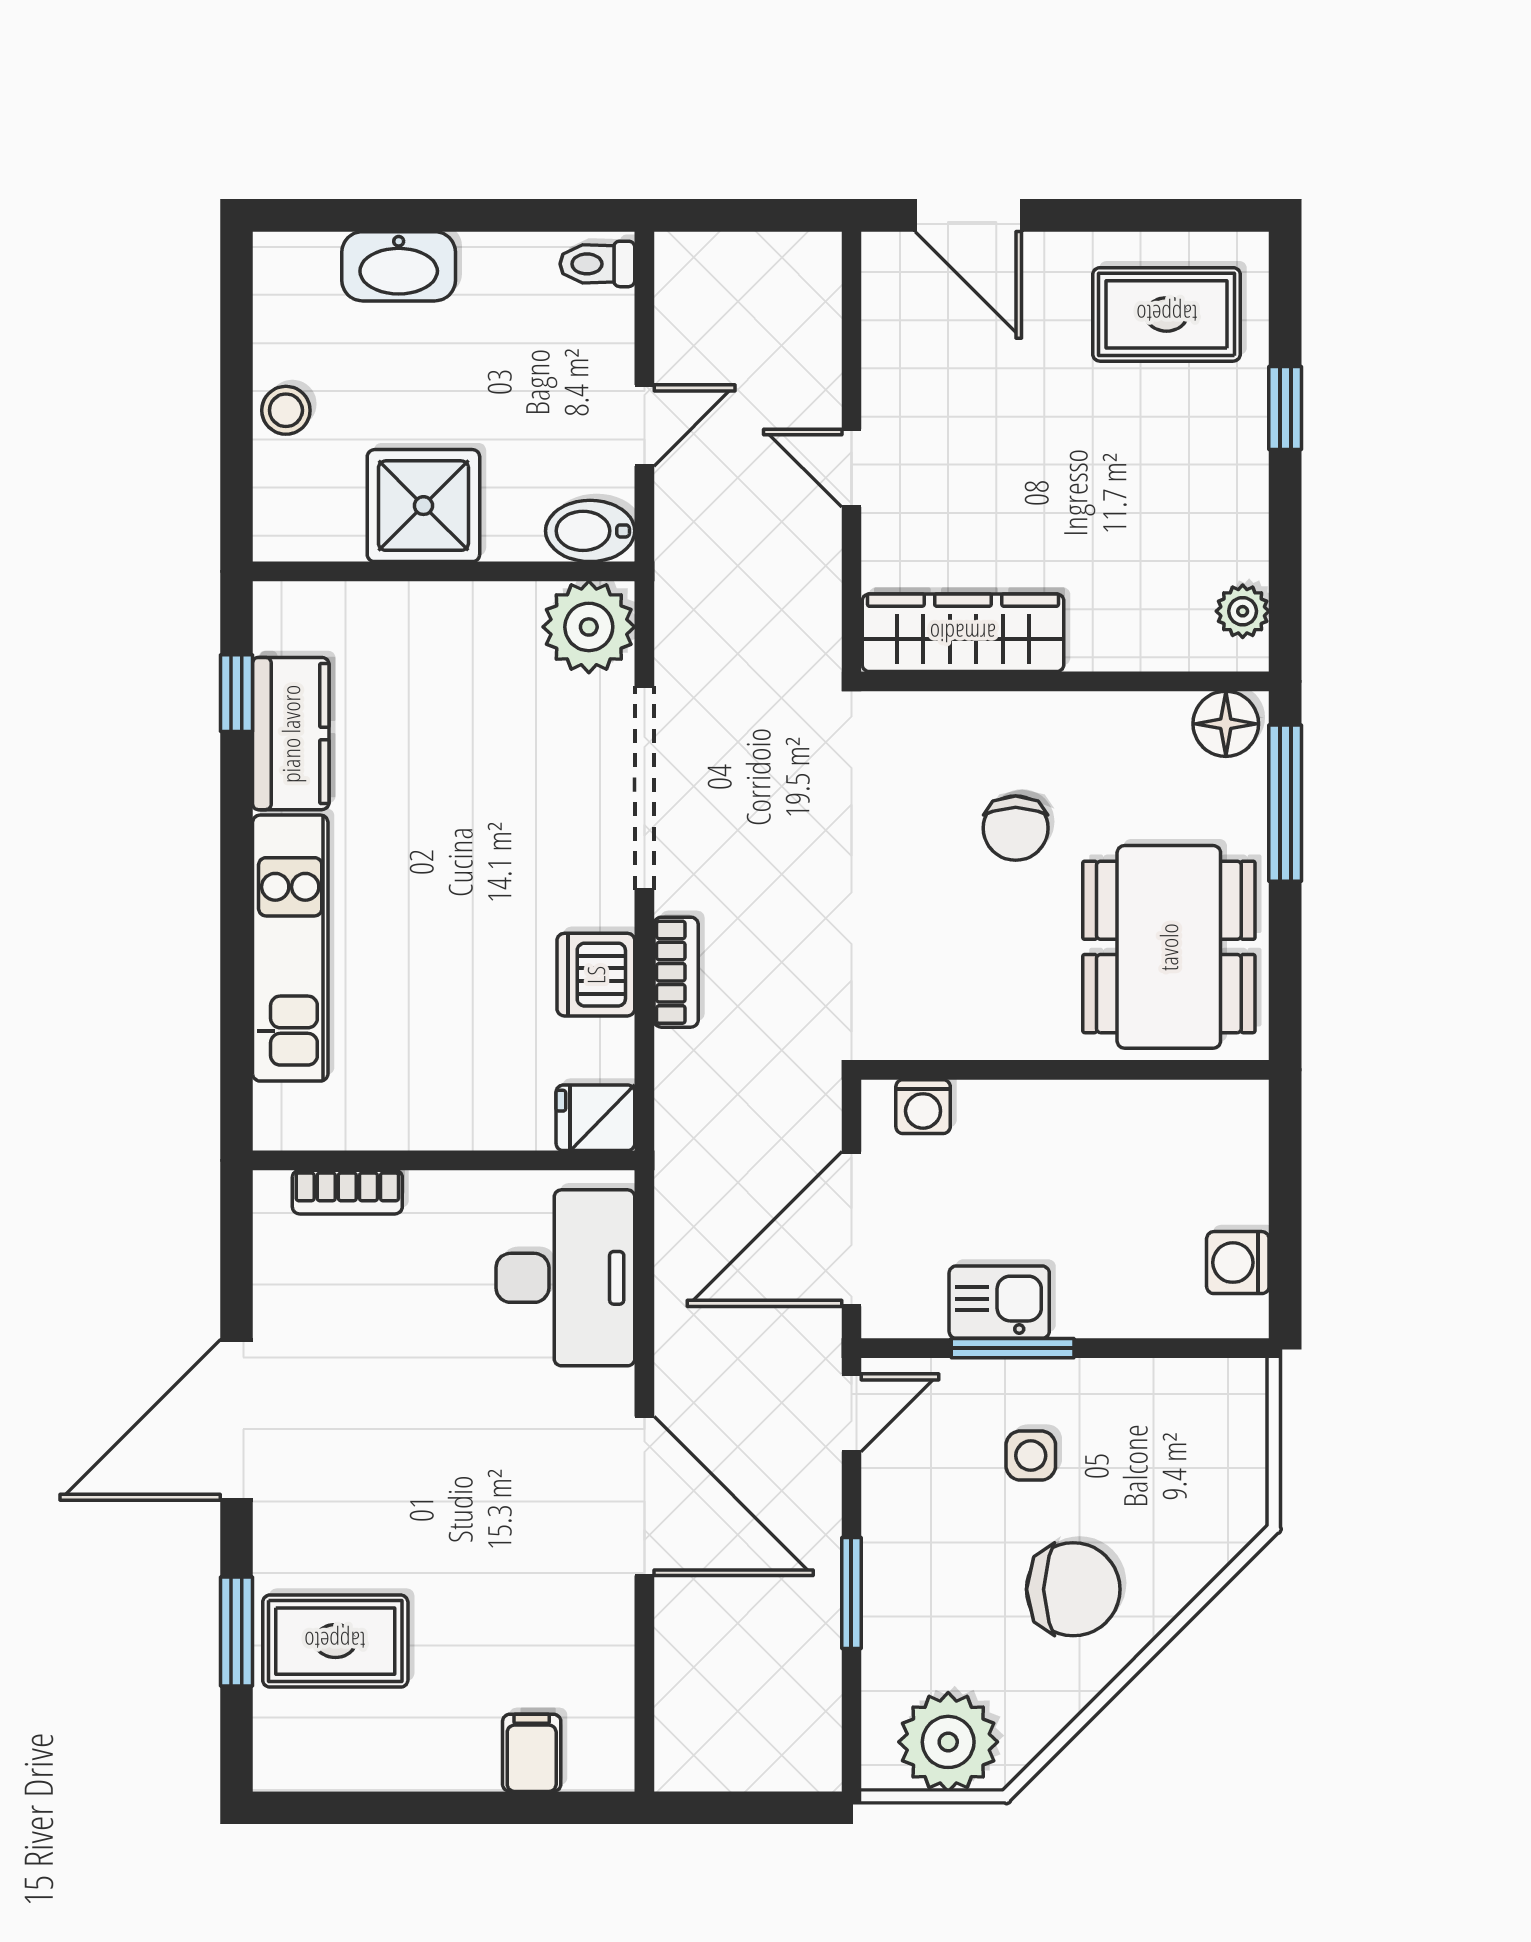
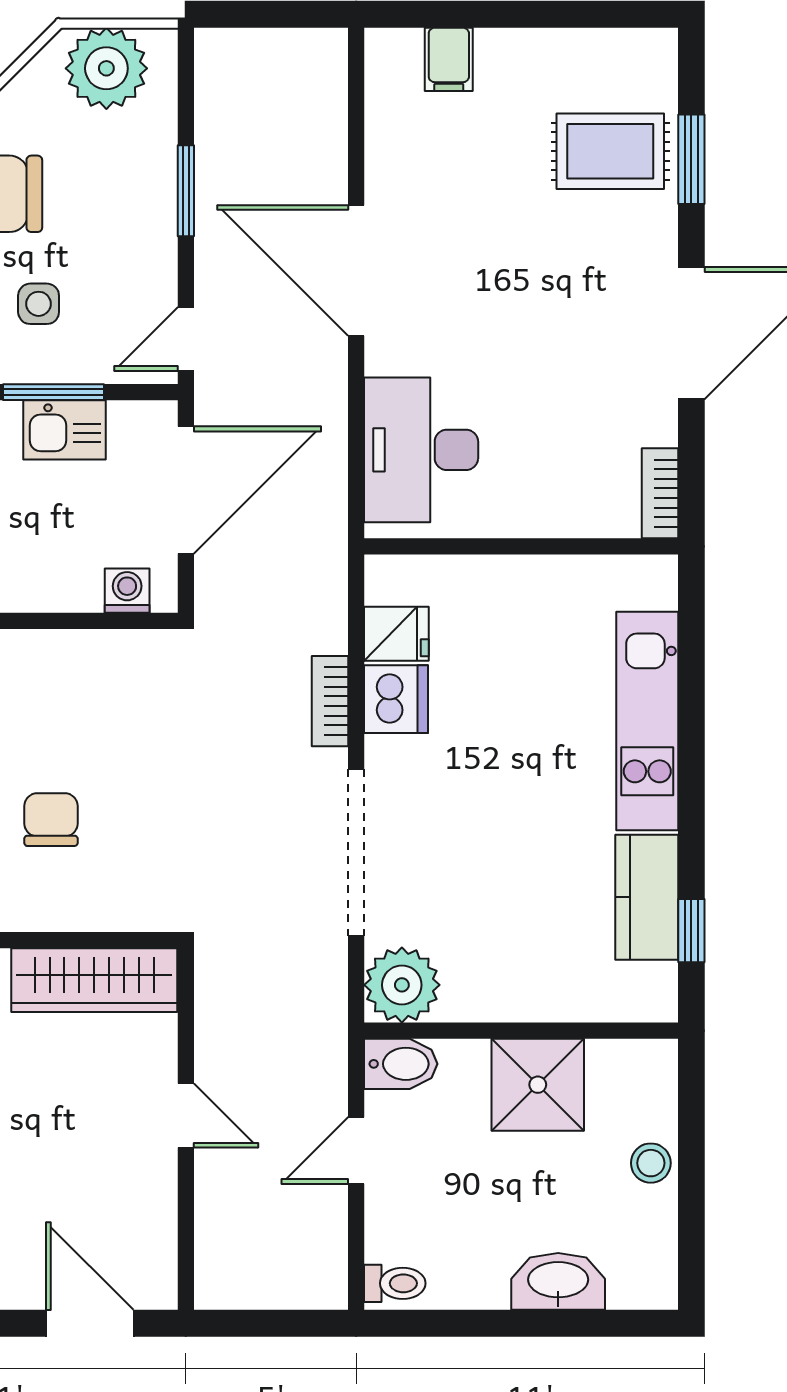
fridge: (595, 1118) -> (396, 634), moved
bookcase: (347, 1192) -> (660, 493), moved, turned -90

